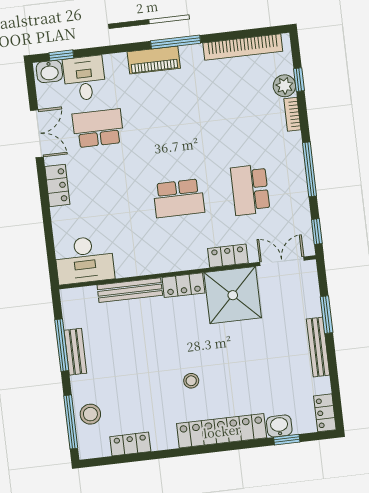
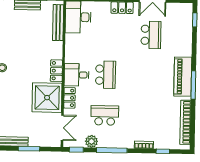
piano: (154, 60) -> (183, 77), width x1.37, depth x1.33
washbasin: (49, 71) -> (187, 12), removed
desk: (84, 78) -> (77, 75), moved, turned 180
plant: (284, 86) -> (91, 141), moved
school desk: (179, 198) -> (106, 75), turned 180
bench: (130, 290) -> (58, 23), moved

